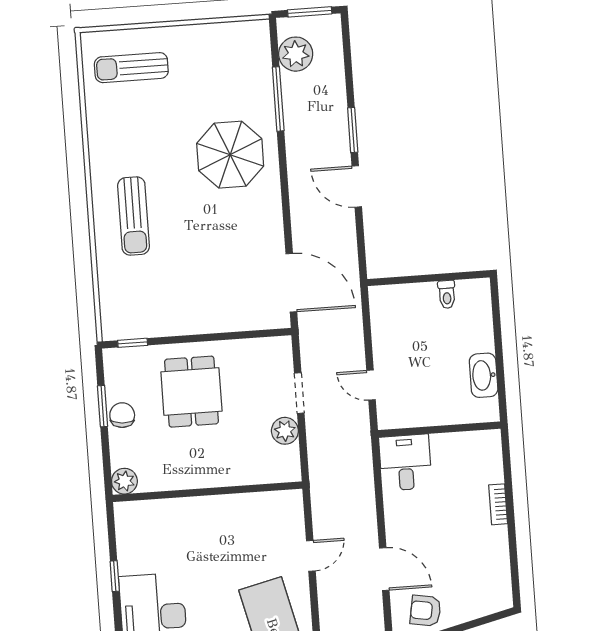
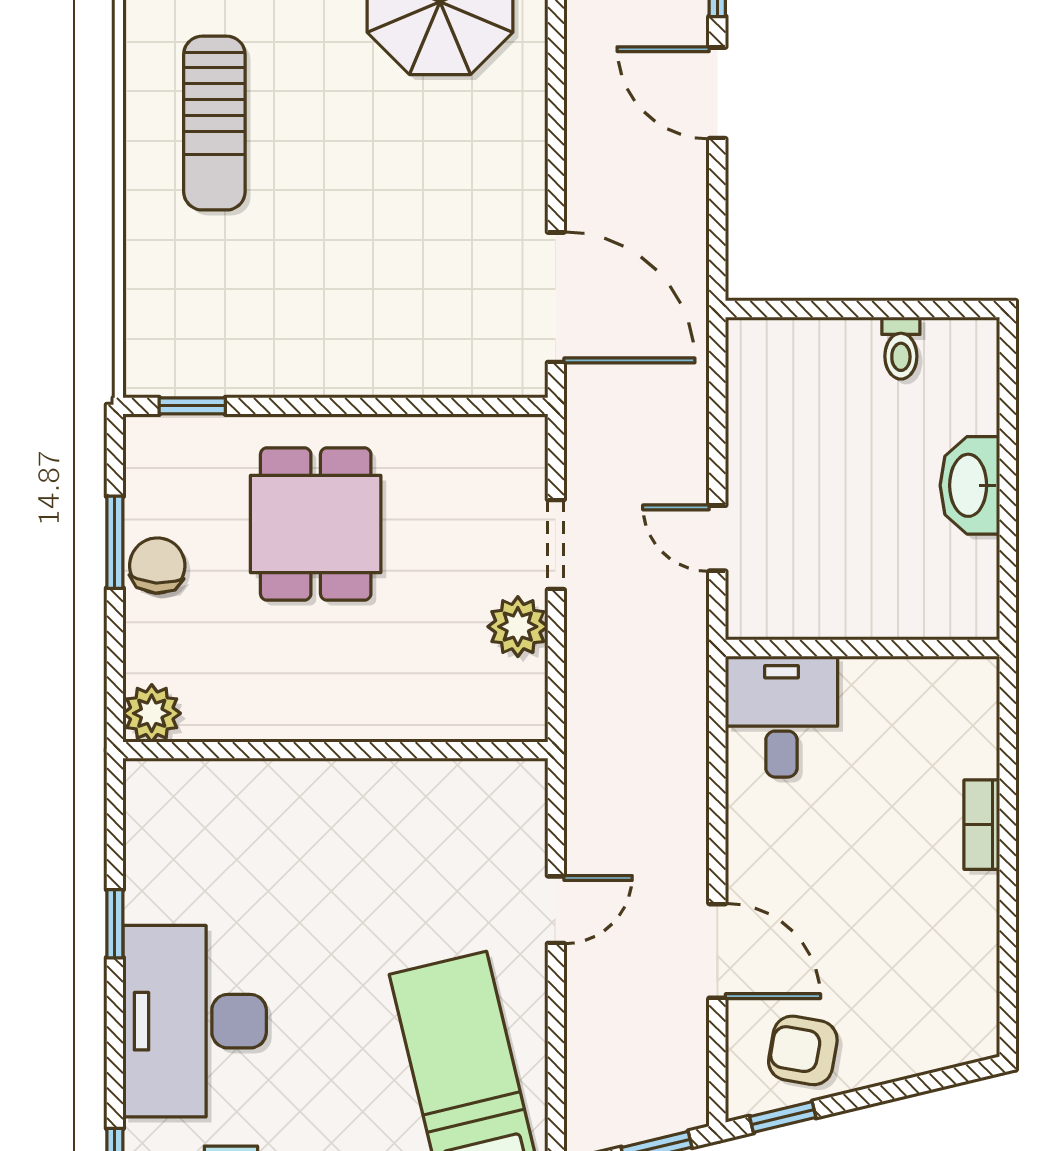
washbasin: (484, 375) -> (970, 485), moved

